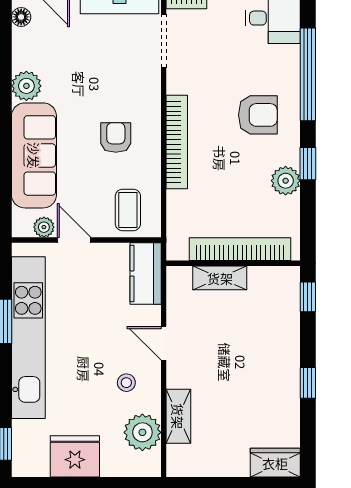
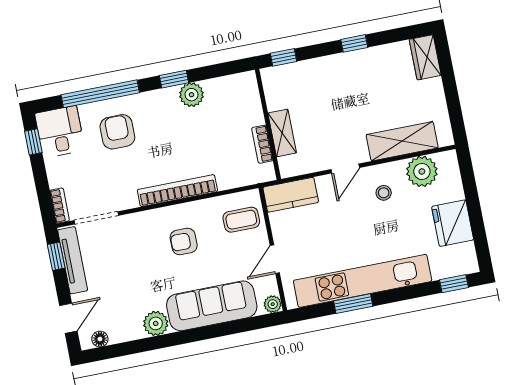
armchair: (258, 115) -> (117, 132), moved
plant: (44, 227) -> (273, 304), moved
bookcase: (240, 249) -> (262, 144), width x0.43, depth x0.76
shelving: (178, 416) -> (402, 141), width x1.50, depth x1.33

